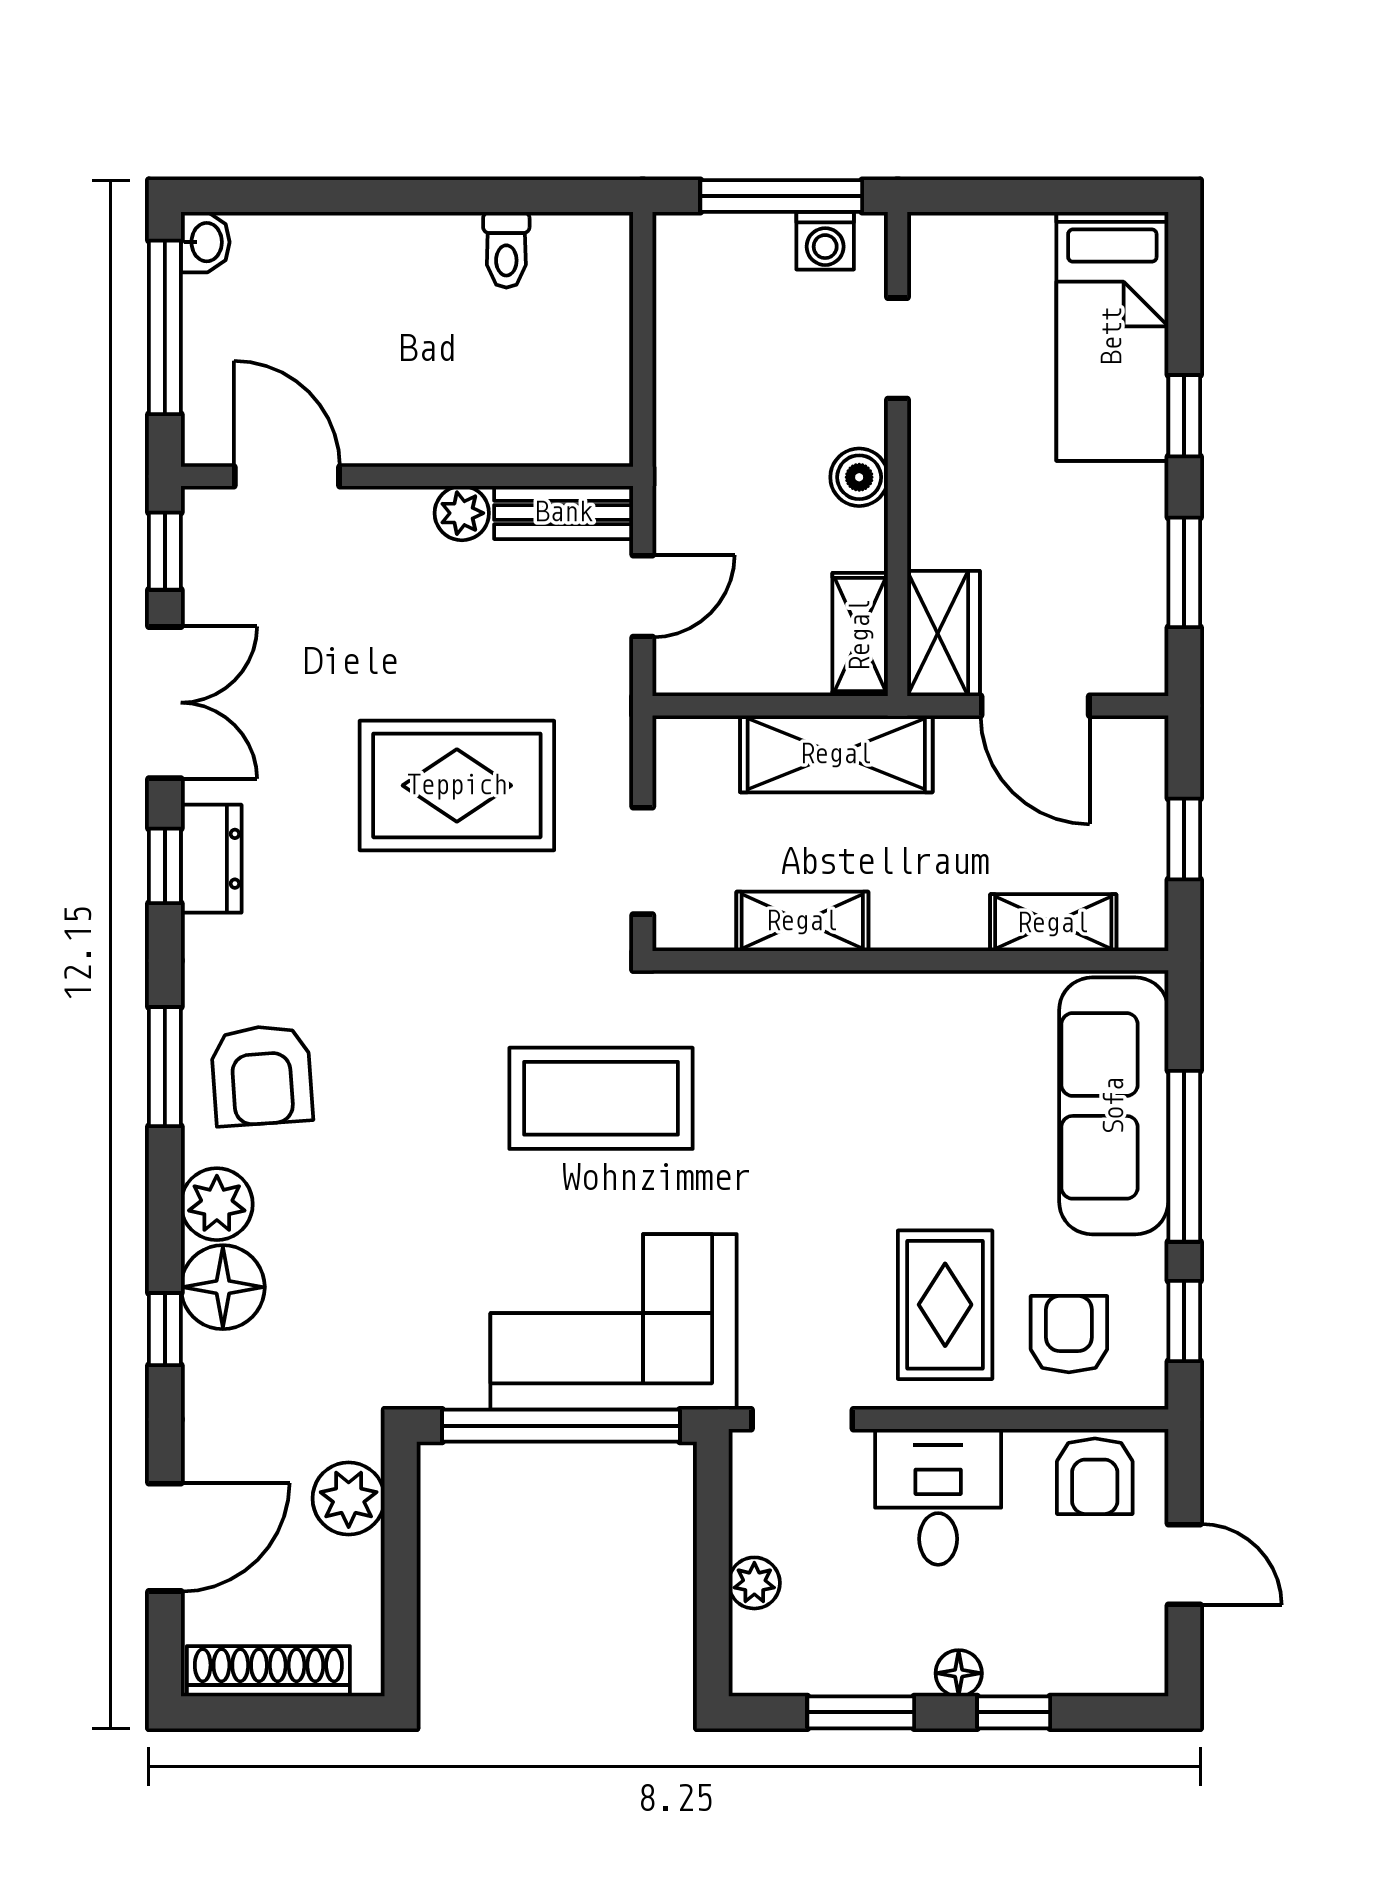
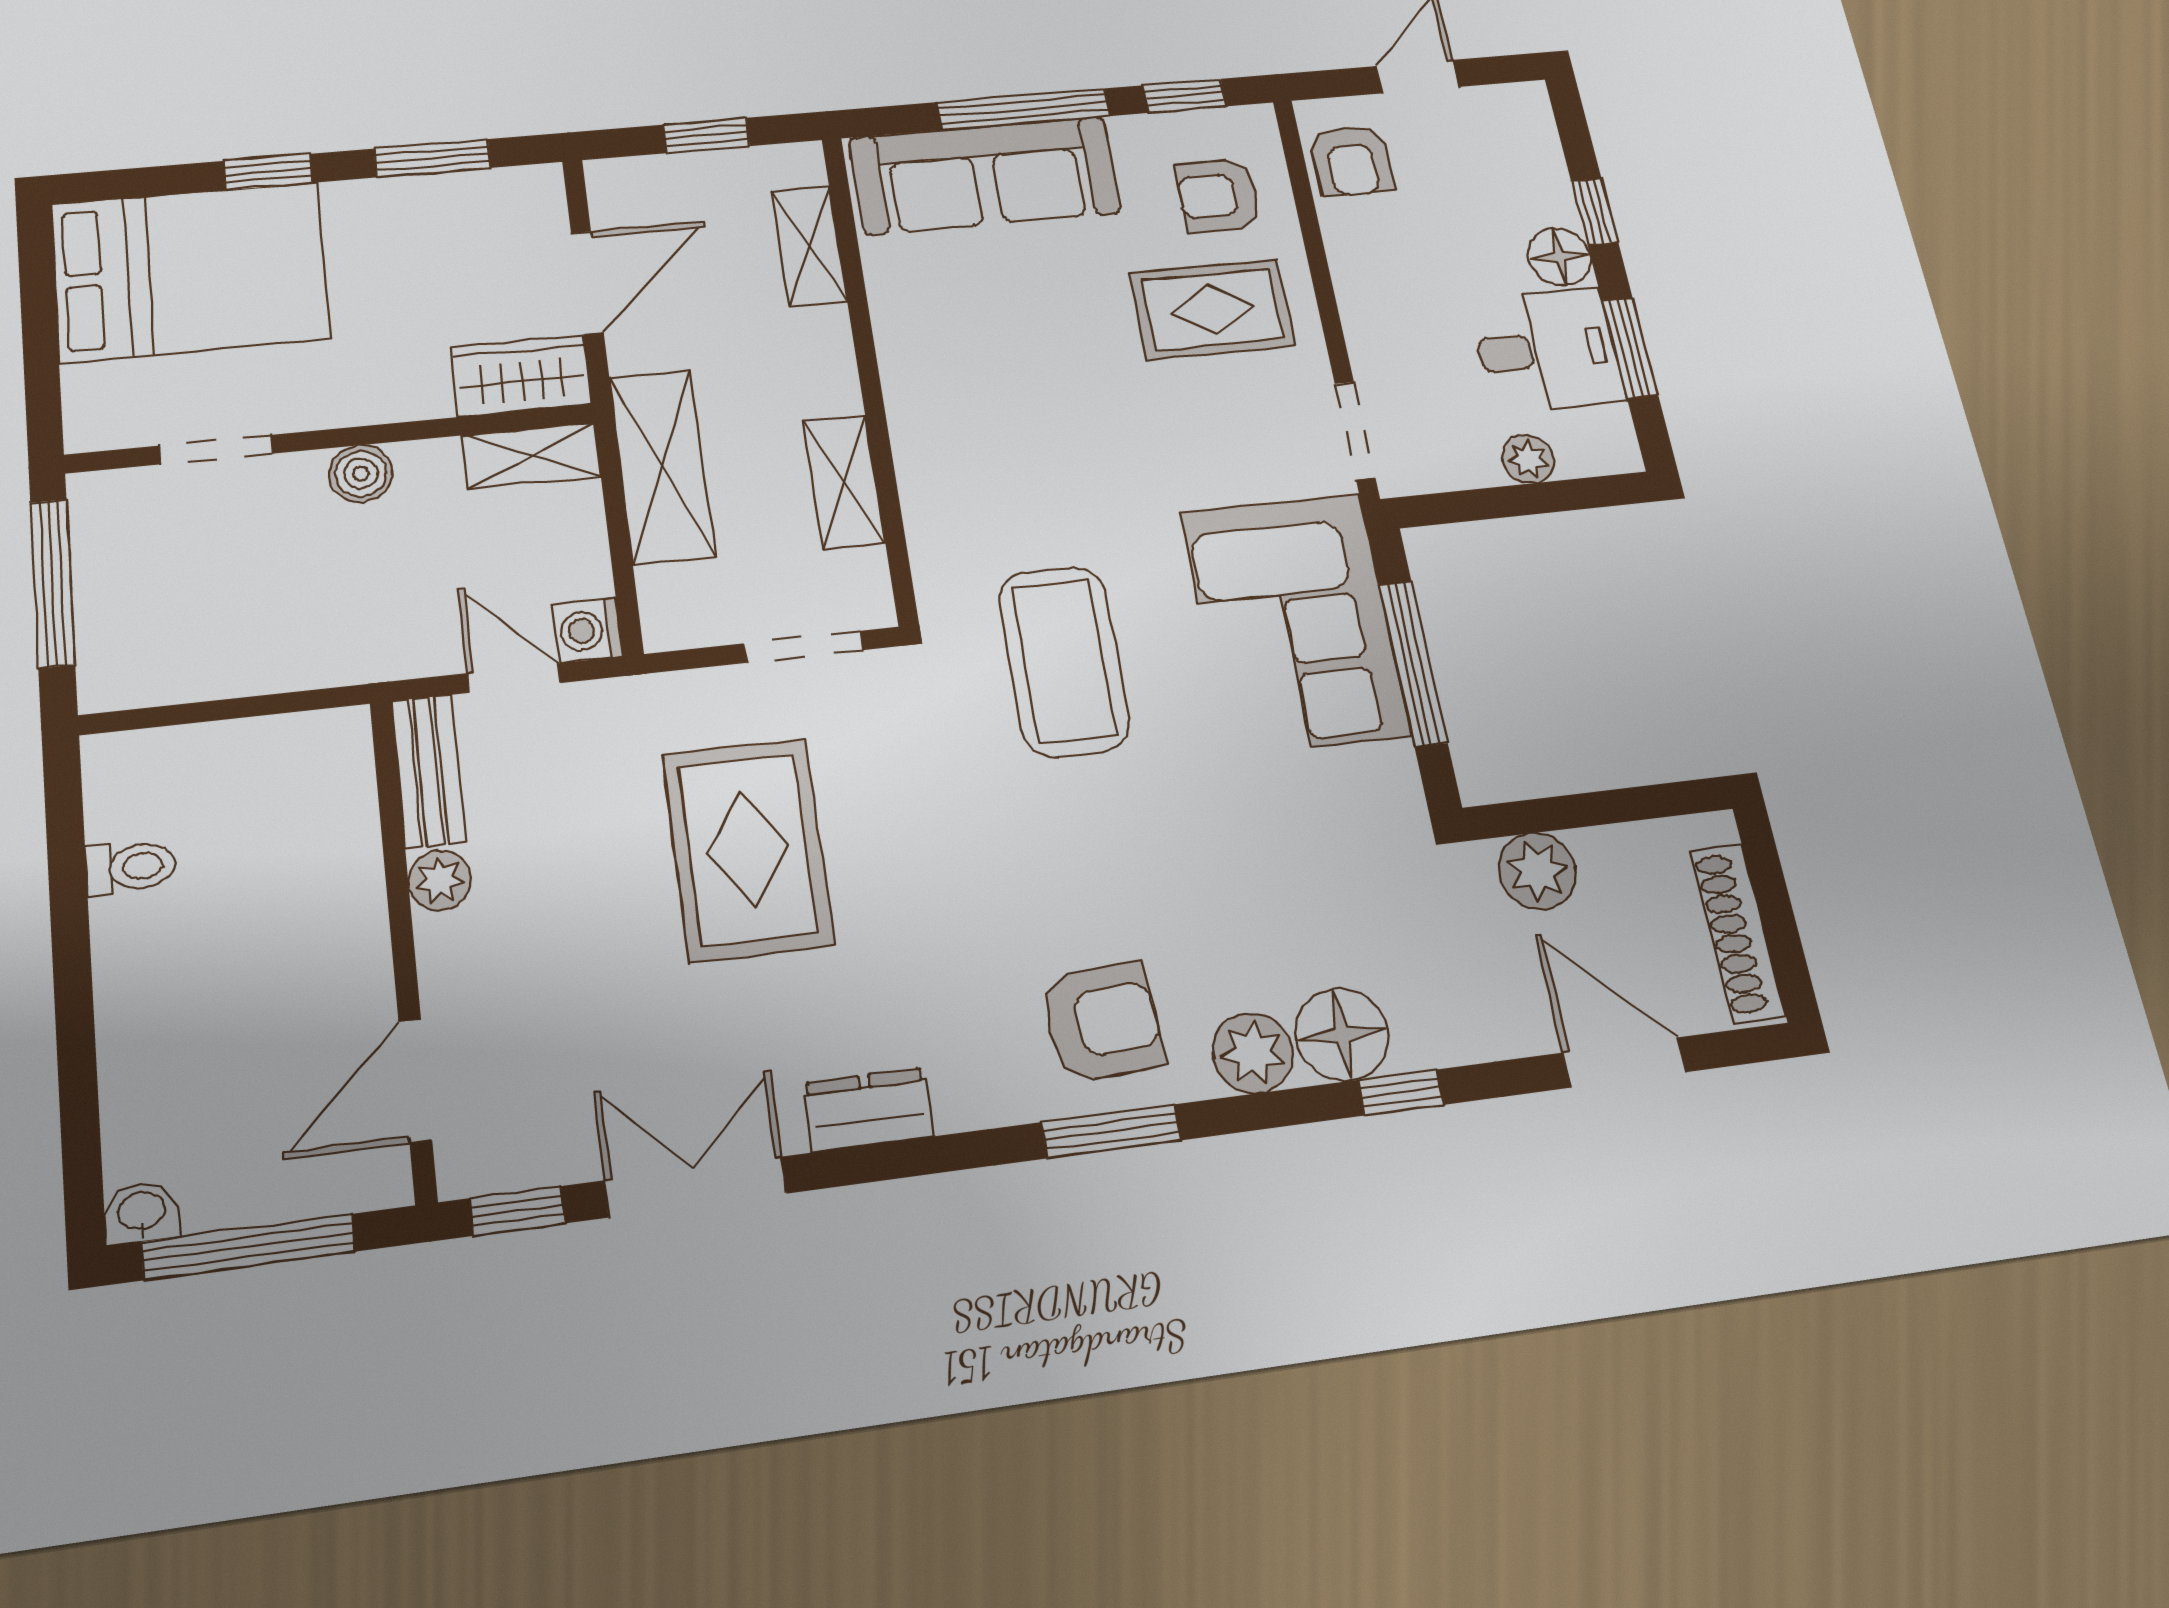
washing machine: (825, 241) -> (588, 630), moved, turned 180
bed: (1112, 336) -> (190, 271), width x1.50
window: (165, 866) -> (884, 1162), removed
window: (561, 1426) -> (1413, 663), width x0.68
armchair: (1095, 1476) -> (1351, 161), turned 90
desk: (938, 1497) -> (1547, 350), moved, turned 180
floor lamp: (959, 1673) -> (1559, 257), width x1.37, depth x1.37

